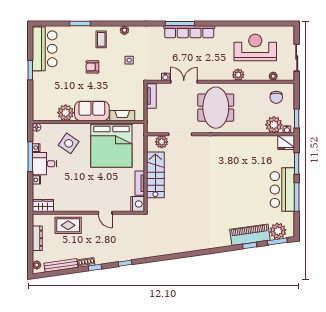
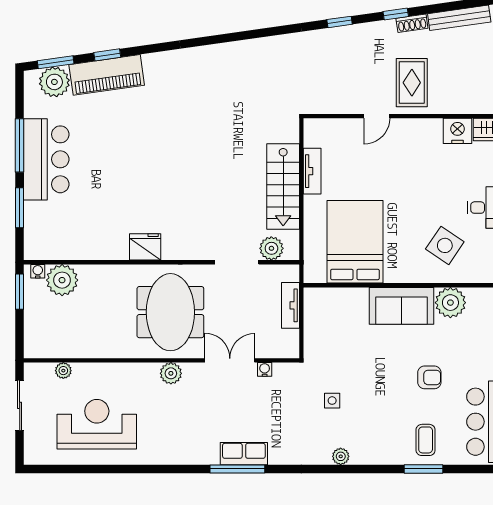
row of seats: (189, 32) -> (244, 454), width x0.50
coffee table: (101, 39) -> (426, 440), moved
reception desk: (255, 48) -> (97, 424), turned 180
armchair: (92, 67) -> (429, 377), moved
plant: (238, 75) -> (171, 373), moved
double door: (184, 82) -> (230, 360), swing flipped
tv unit: (151, 96) -> (291, 305), moved
chair: (276, 97) -> (58, 331), removed
fireplace: (122, 116) -> (345, 297), removed
fridge: (286, 143) -> (145, 247), moved
bed: (111, 145) -> (355, 242), width x0.73
nightstand: (138, 204) -> (457, 131), moved, turned 90
door: (105, 213) -> (377, 116), swing flipped
rug: (68, 225) -> (412, 83), moved, turned 90

